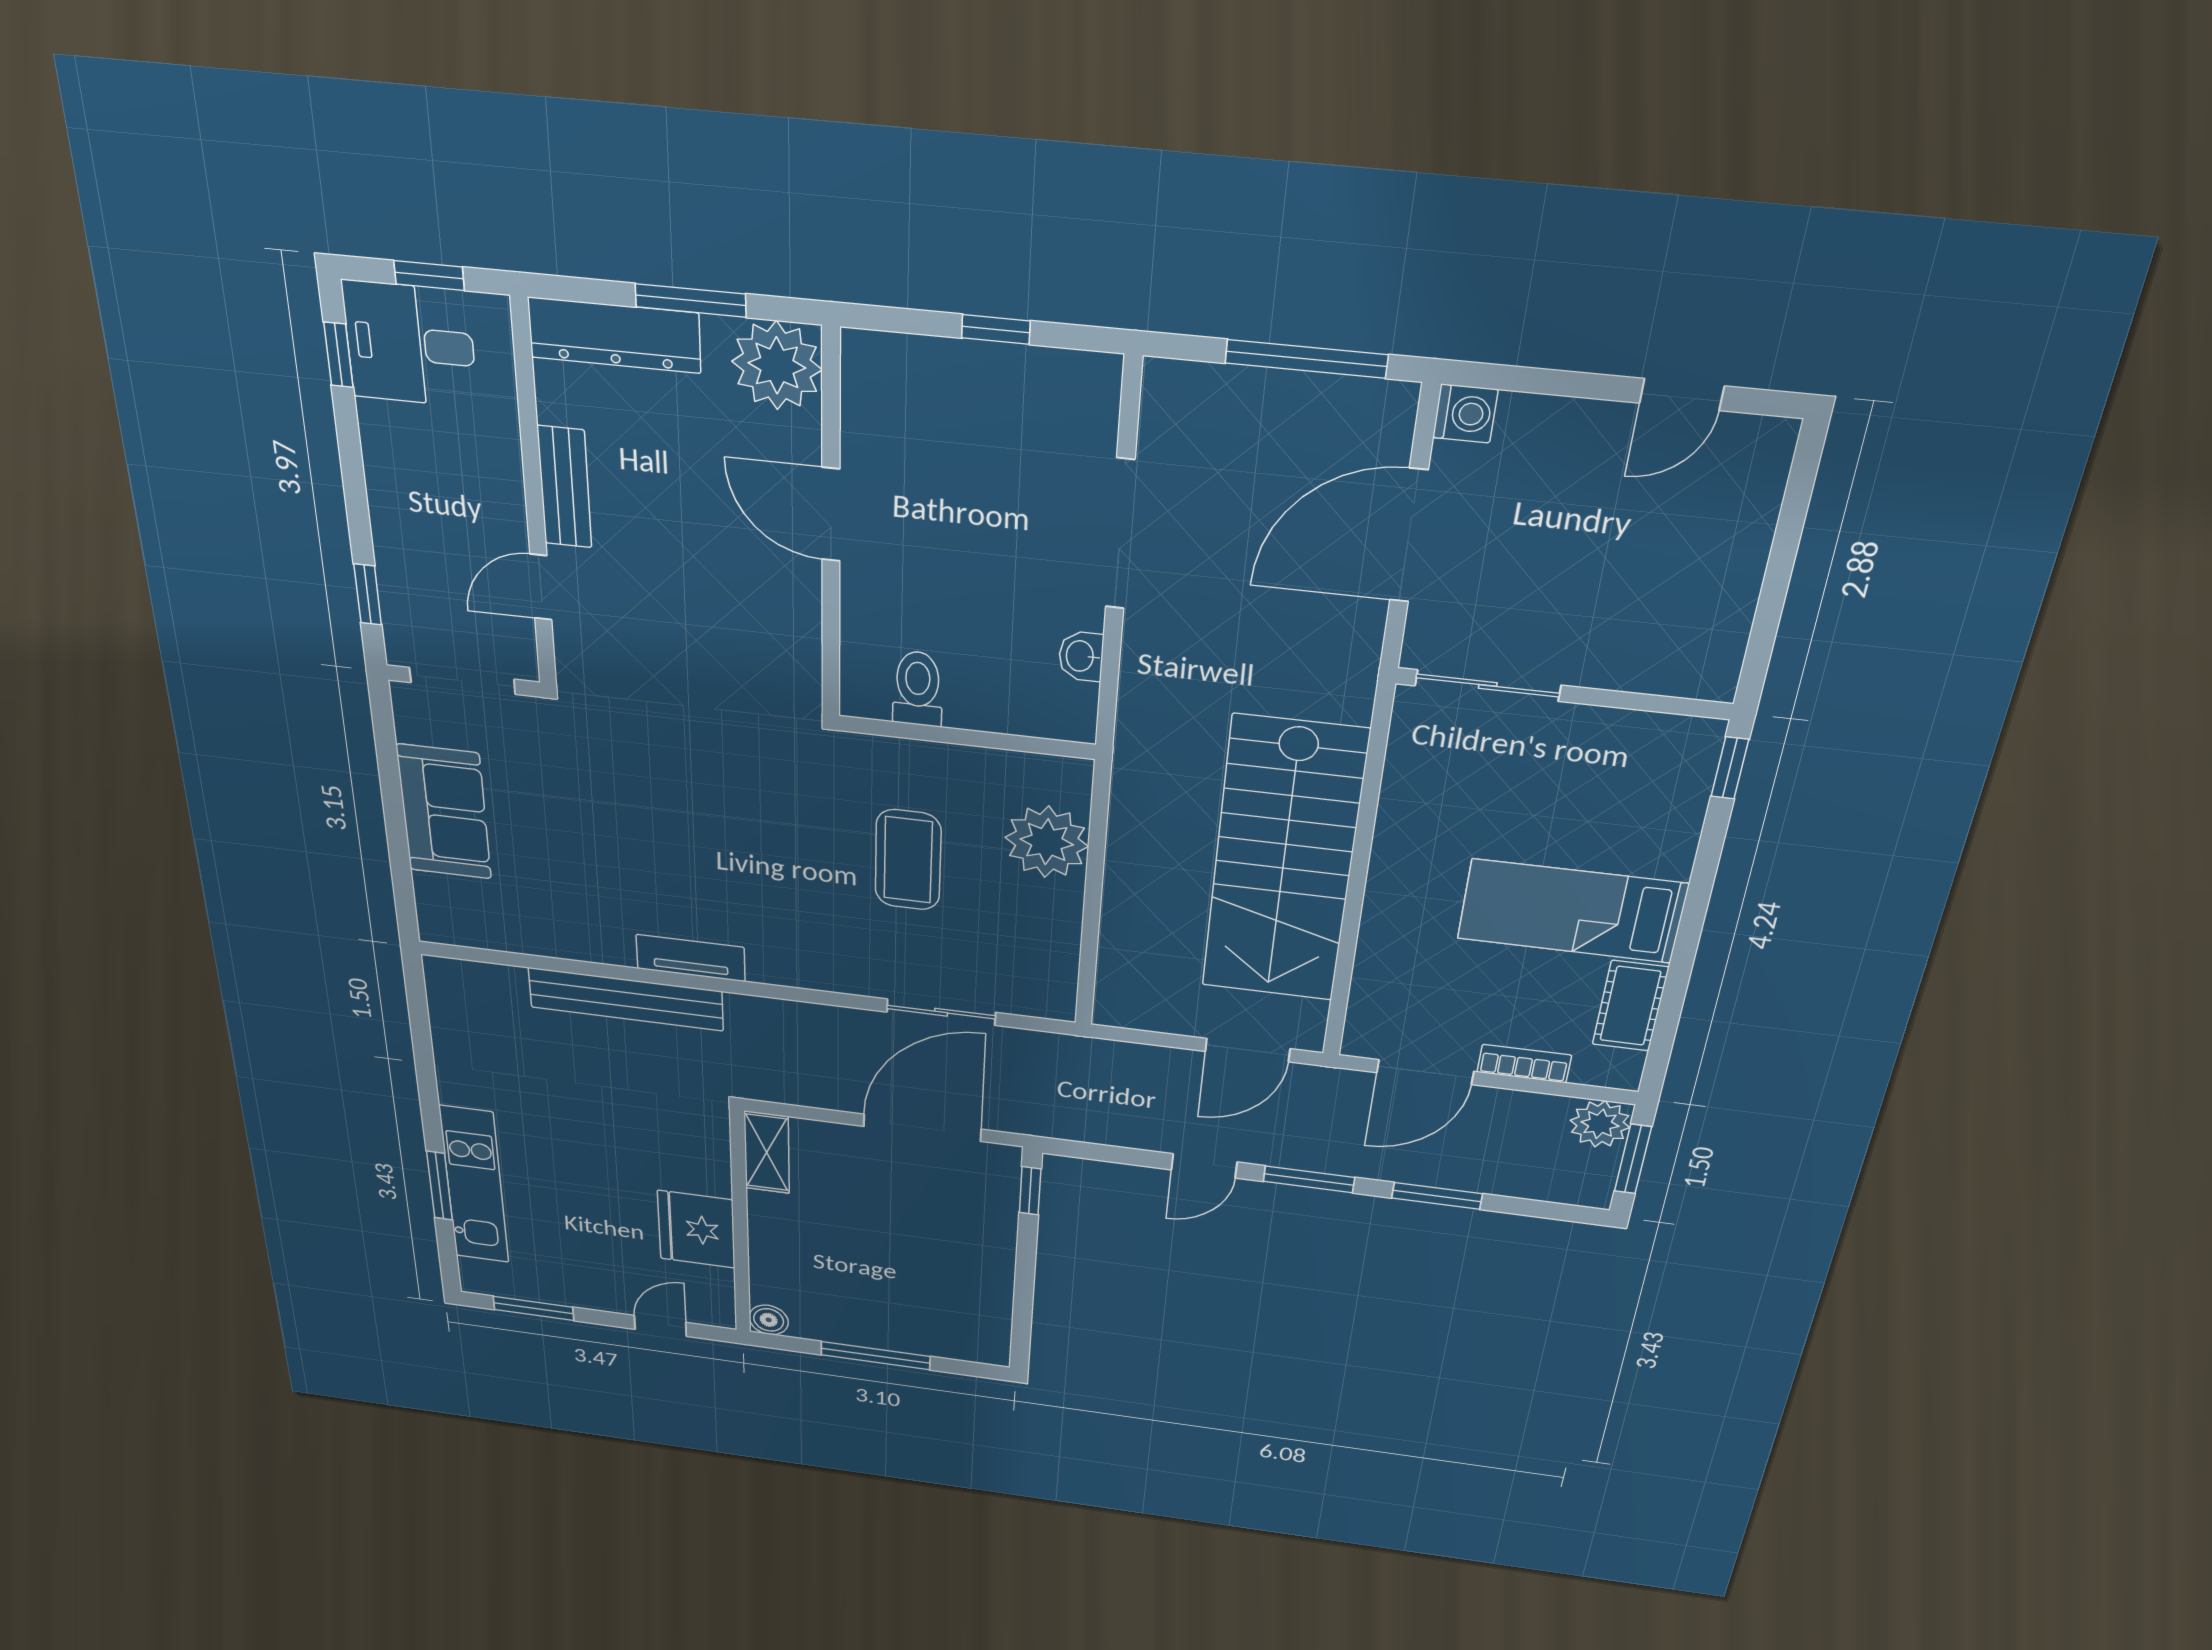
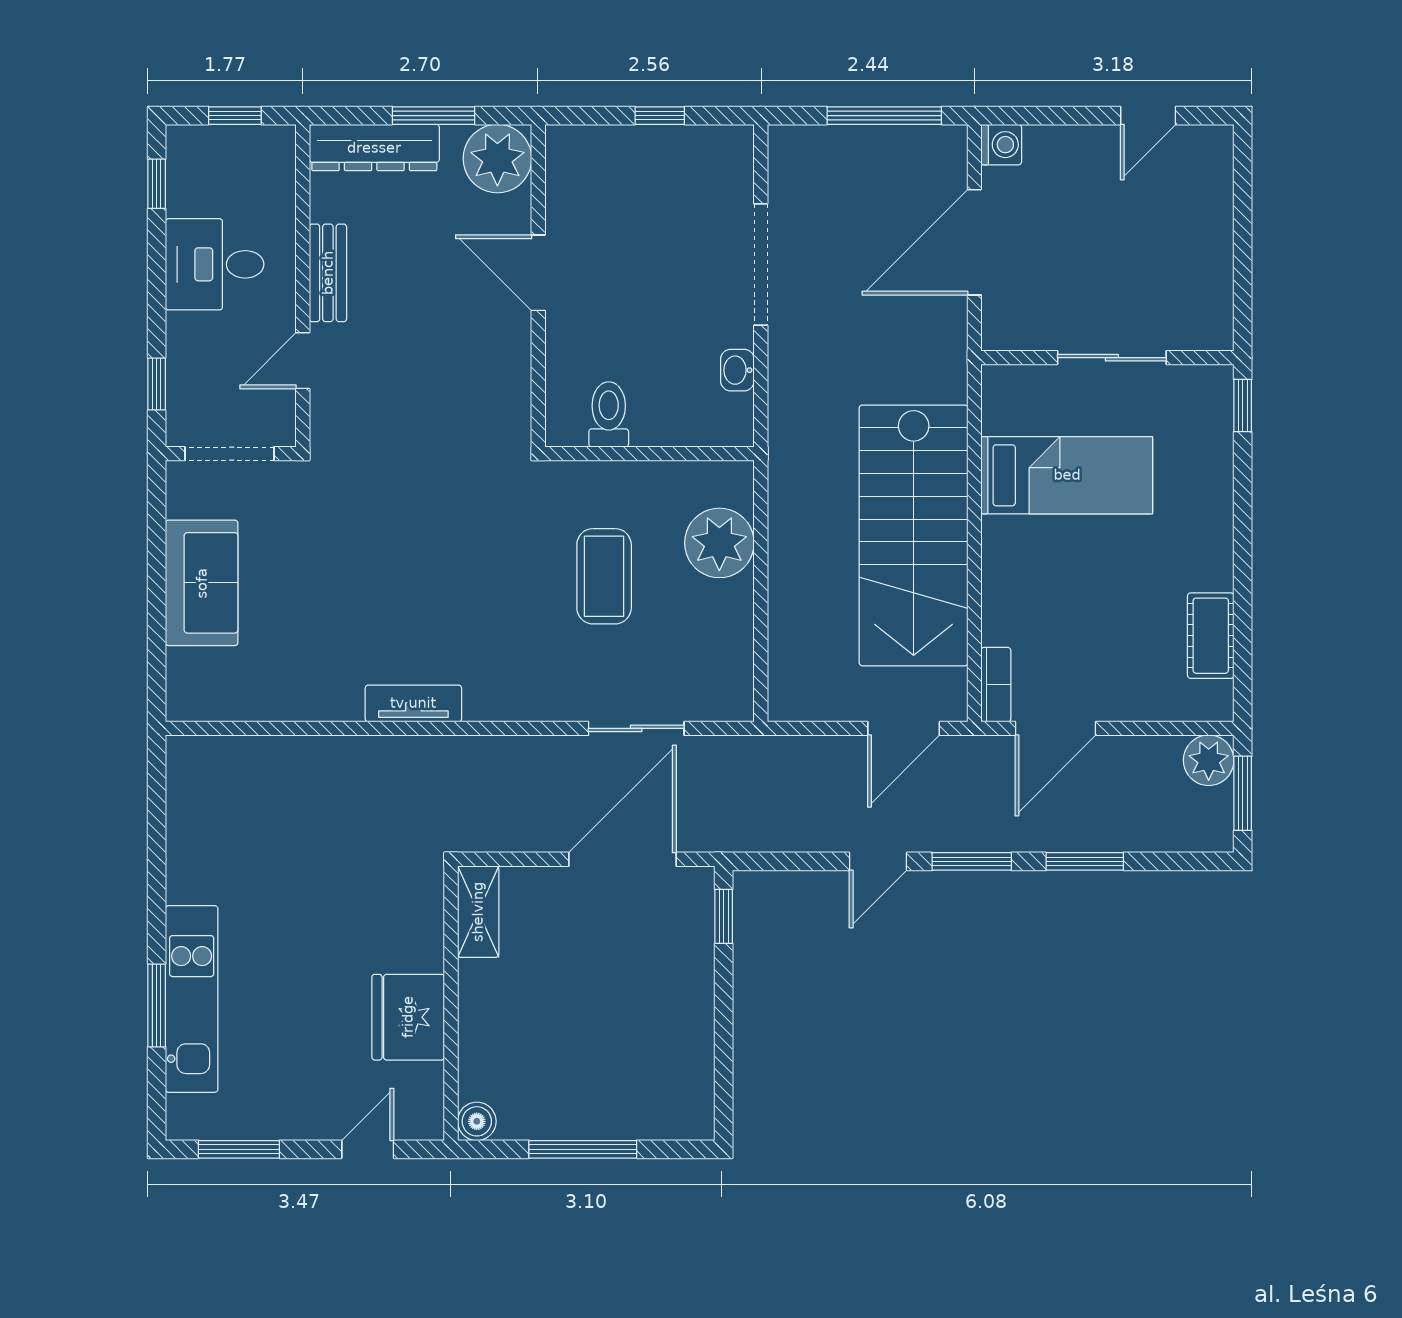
desk: (410, 344) -> (215, 264), moved
sliding door: (1488, 685) -> (1112, 358), moved
bed: (1572, 911) -> (1067, 475), moved, turned 180
bench: (626, 999) -> (353, 757), removed
bookcase: (1524, 1064) -> (996, 685), moved, turned 90

